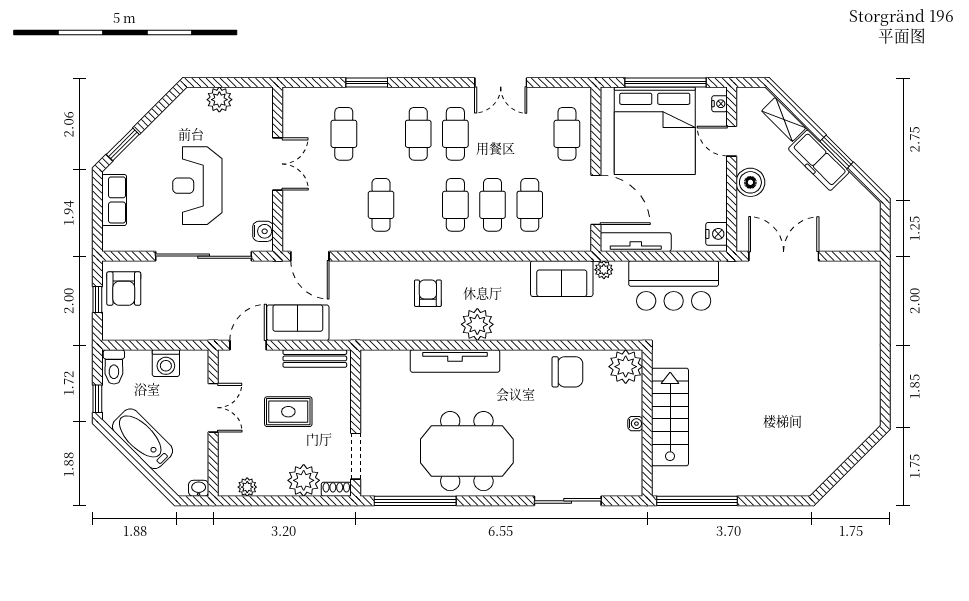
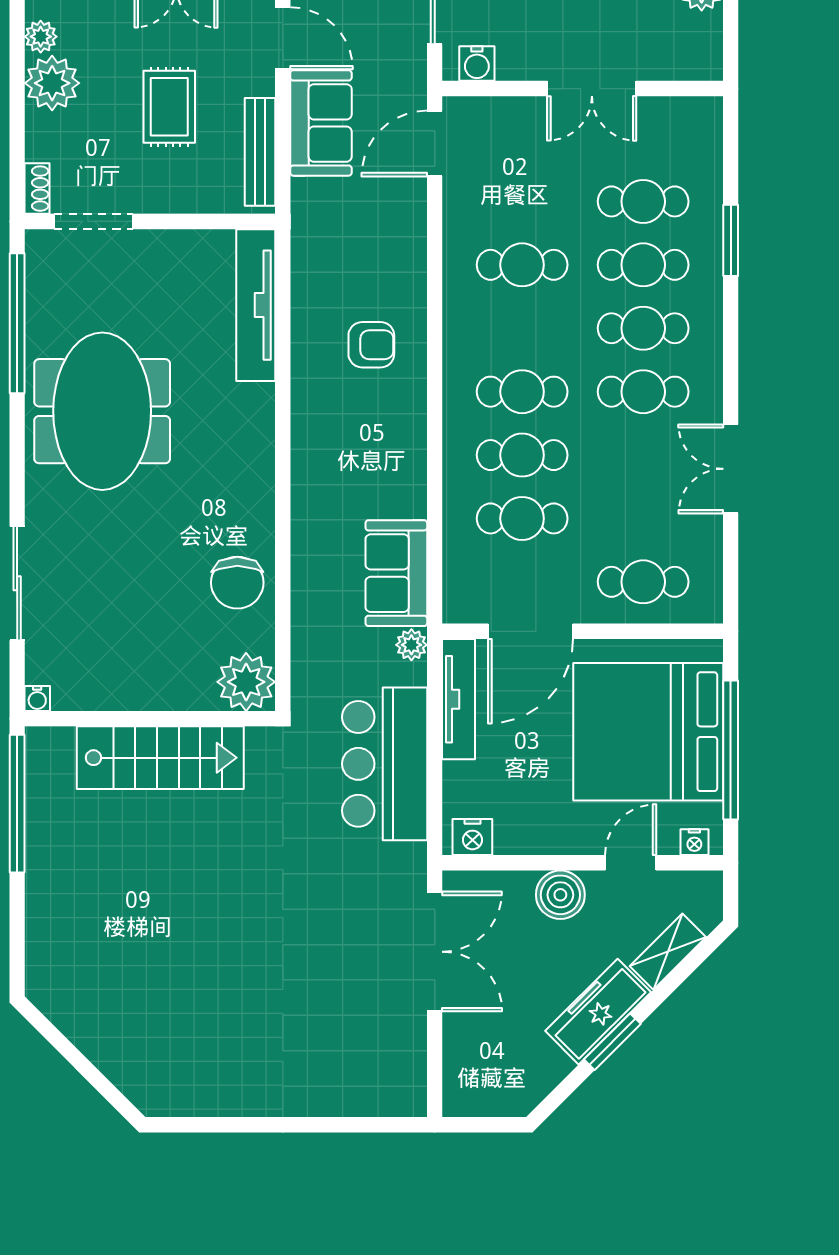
cafe table: (381, 134) -> (643, 265), added
plant: (477, 324) -> (318, 429), removed
tv unit: (455, 361) -> (256, 305), moved
water cooler: (635, 424) -> (37, 698), moved
plant: (304, 480) -> (52, 83), moved

